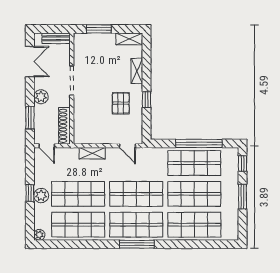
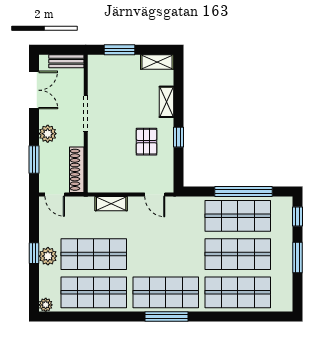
shop shelf: (136, 194) -> (166, 254), removed

